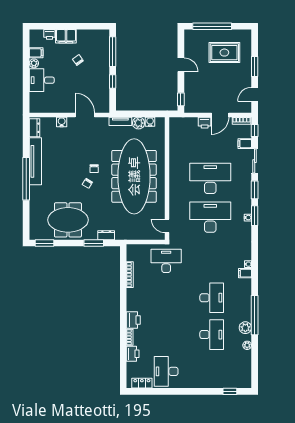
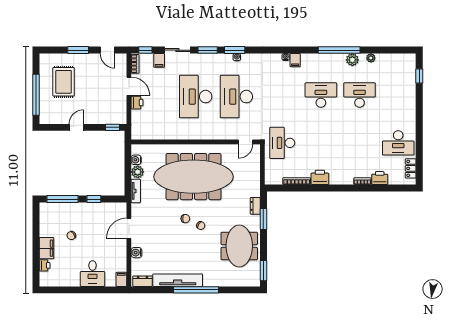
filing cabinet: (36, 53) -> (121, 279), moved
plant: (34, 63) -> (75, 282), removed
printer: (133, 320) -> (320, 177), moved

